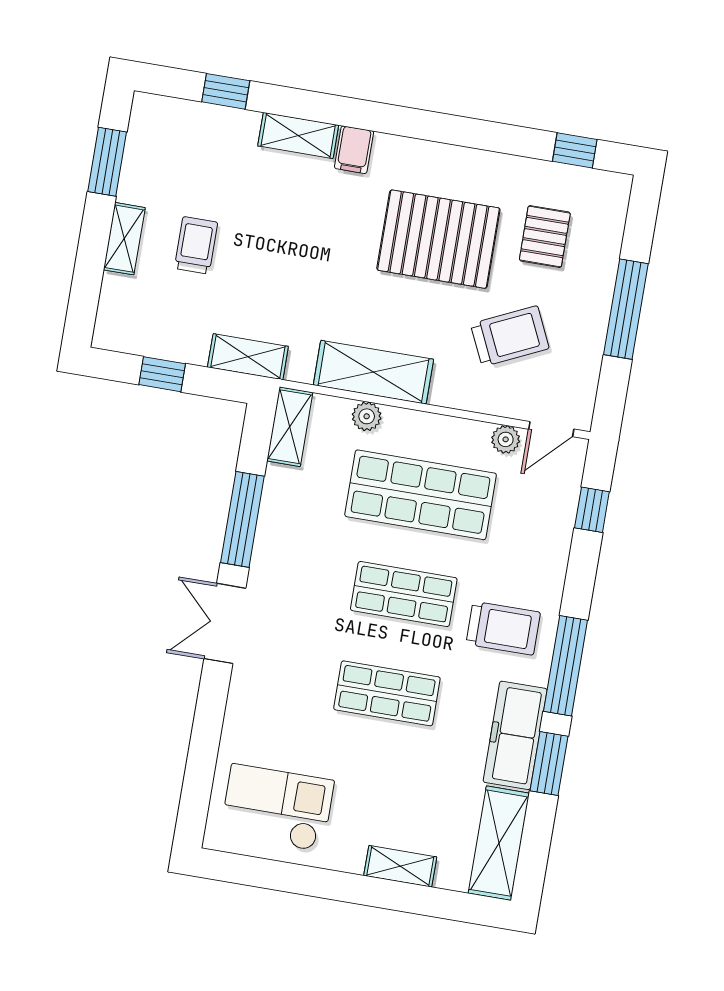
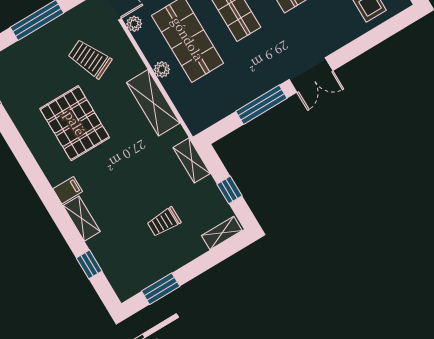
pallet: (545, 237) -> (36, 80), removed
shelving: (124, 239) -> (222, 233), moved
plant: (367, 416) -> (162, 69), moved
shelving: (290, 427) -> (206, 118), removed

